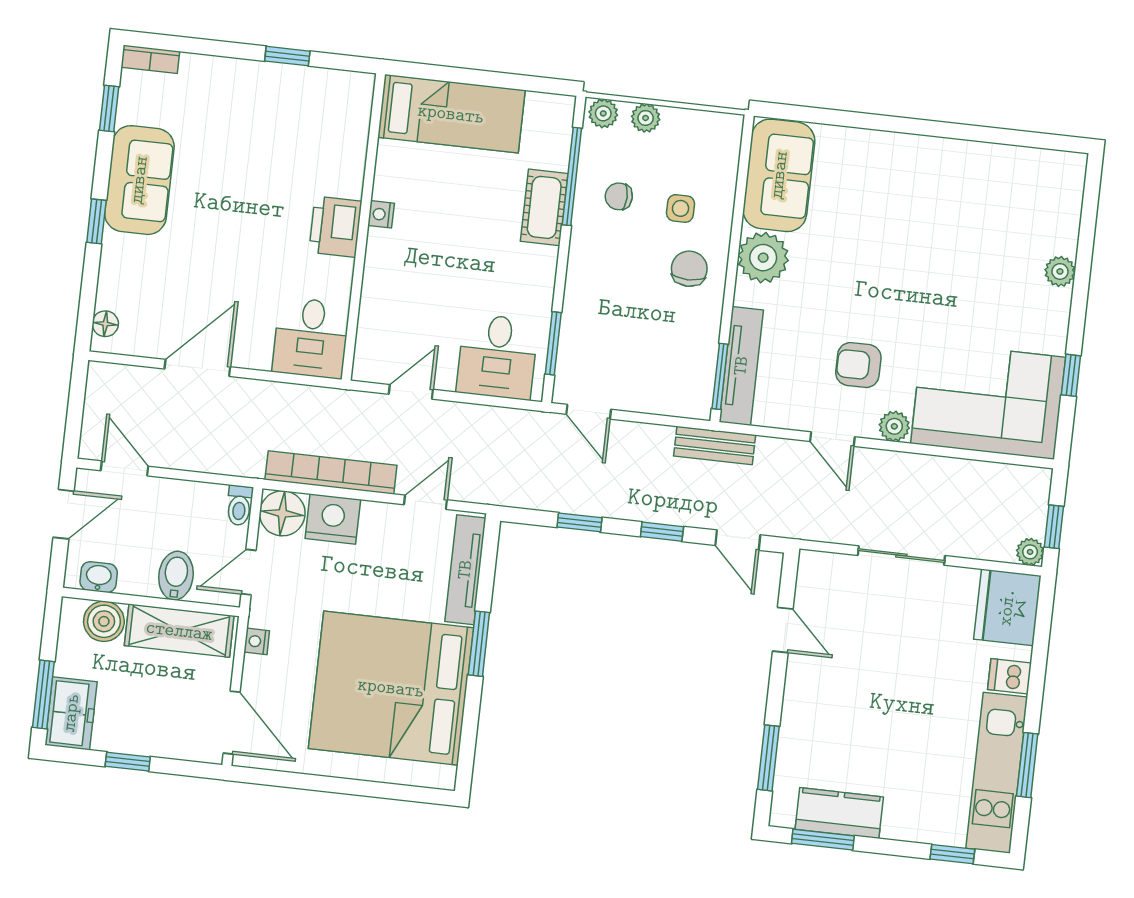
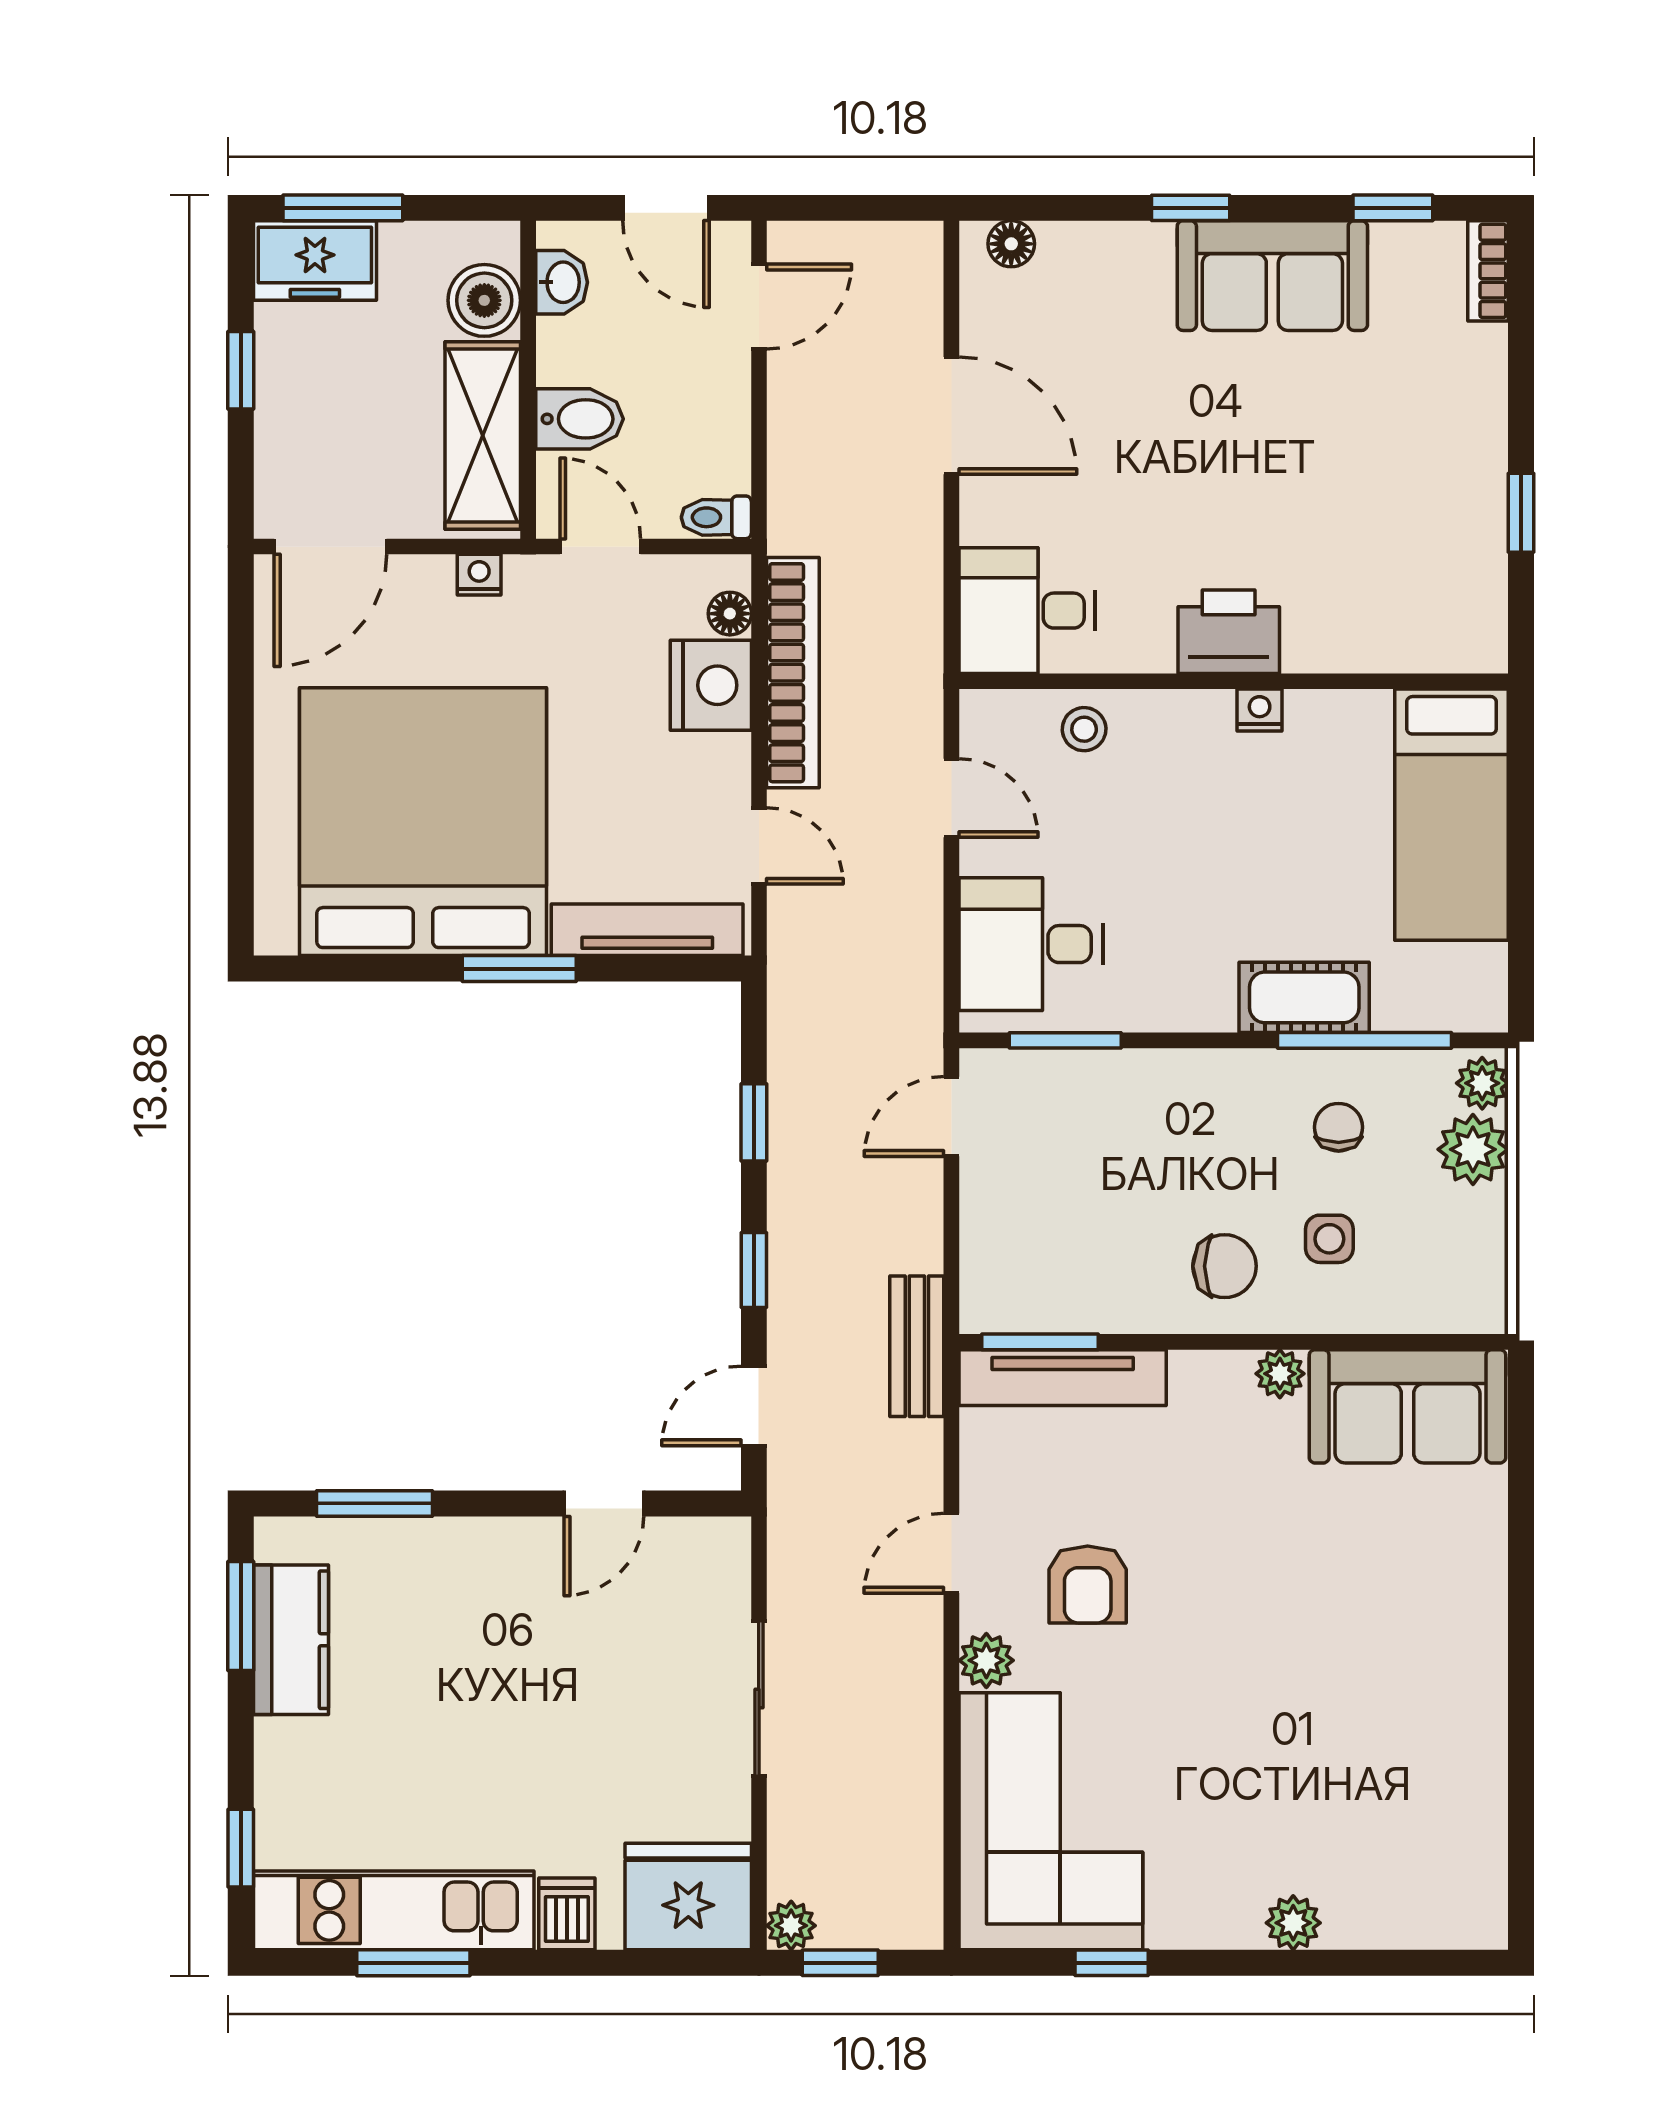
plant: (646, 118) -> (1473, 1149), width x1.38, depth x1.38
plant: (763, 258) -> (1280, 1374), width x0.53, depth x0.53
stool: (381, 313) -> (1084, 729), added
armchair: (858, 365) -> (1088, 1585), turned 180
floor lamp: (282, 513) -> (730, 614), width x0.53, depth x0.53

